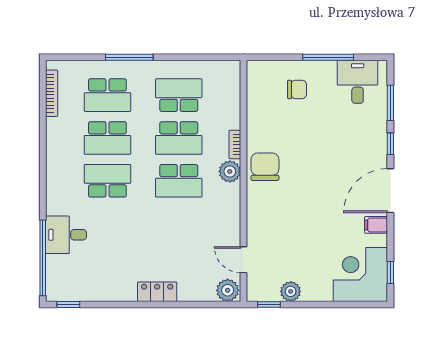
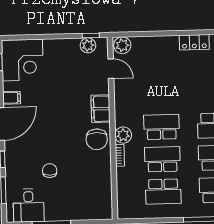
chair: (297, 89) -> (50, 171), moved, turned 90
filing cabinet: (259, 207) -> (101, 109), added
plant: (291, 291) -> (88, 45), moved
locker: (157, 292) -> (194, 42), moved

